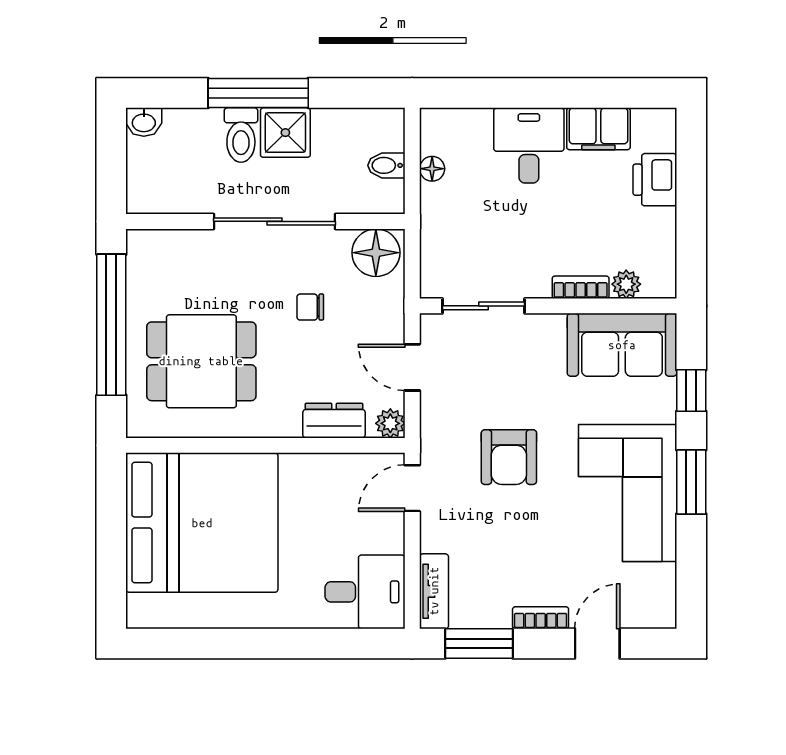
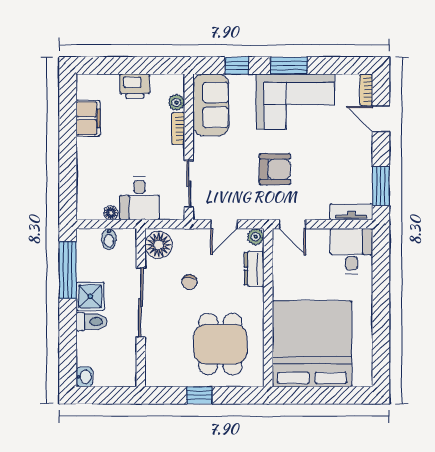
window: (258, 93) -> (68, 270), moved
desk: (529, 145) -> (139, 199), moved, turned -90
printer: (655, 180) -> (135, 86), moved
window: (111, 325) -> (200, 395), width x0.32
bookcase: (541, 618) -> (366, 90), moved

